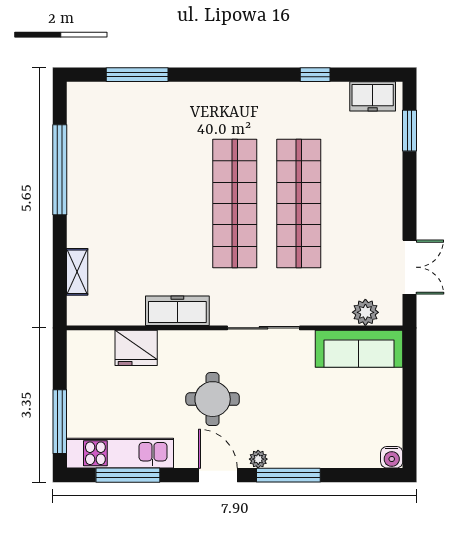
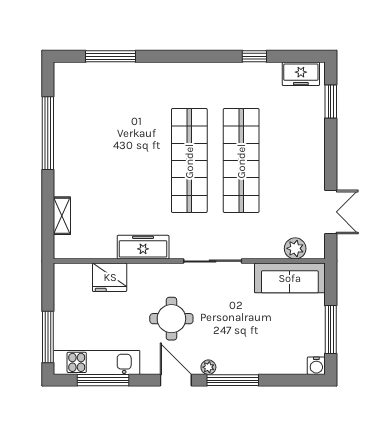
window: (410, 413) -> (331, 330), added

